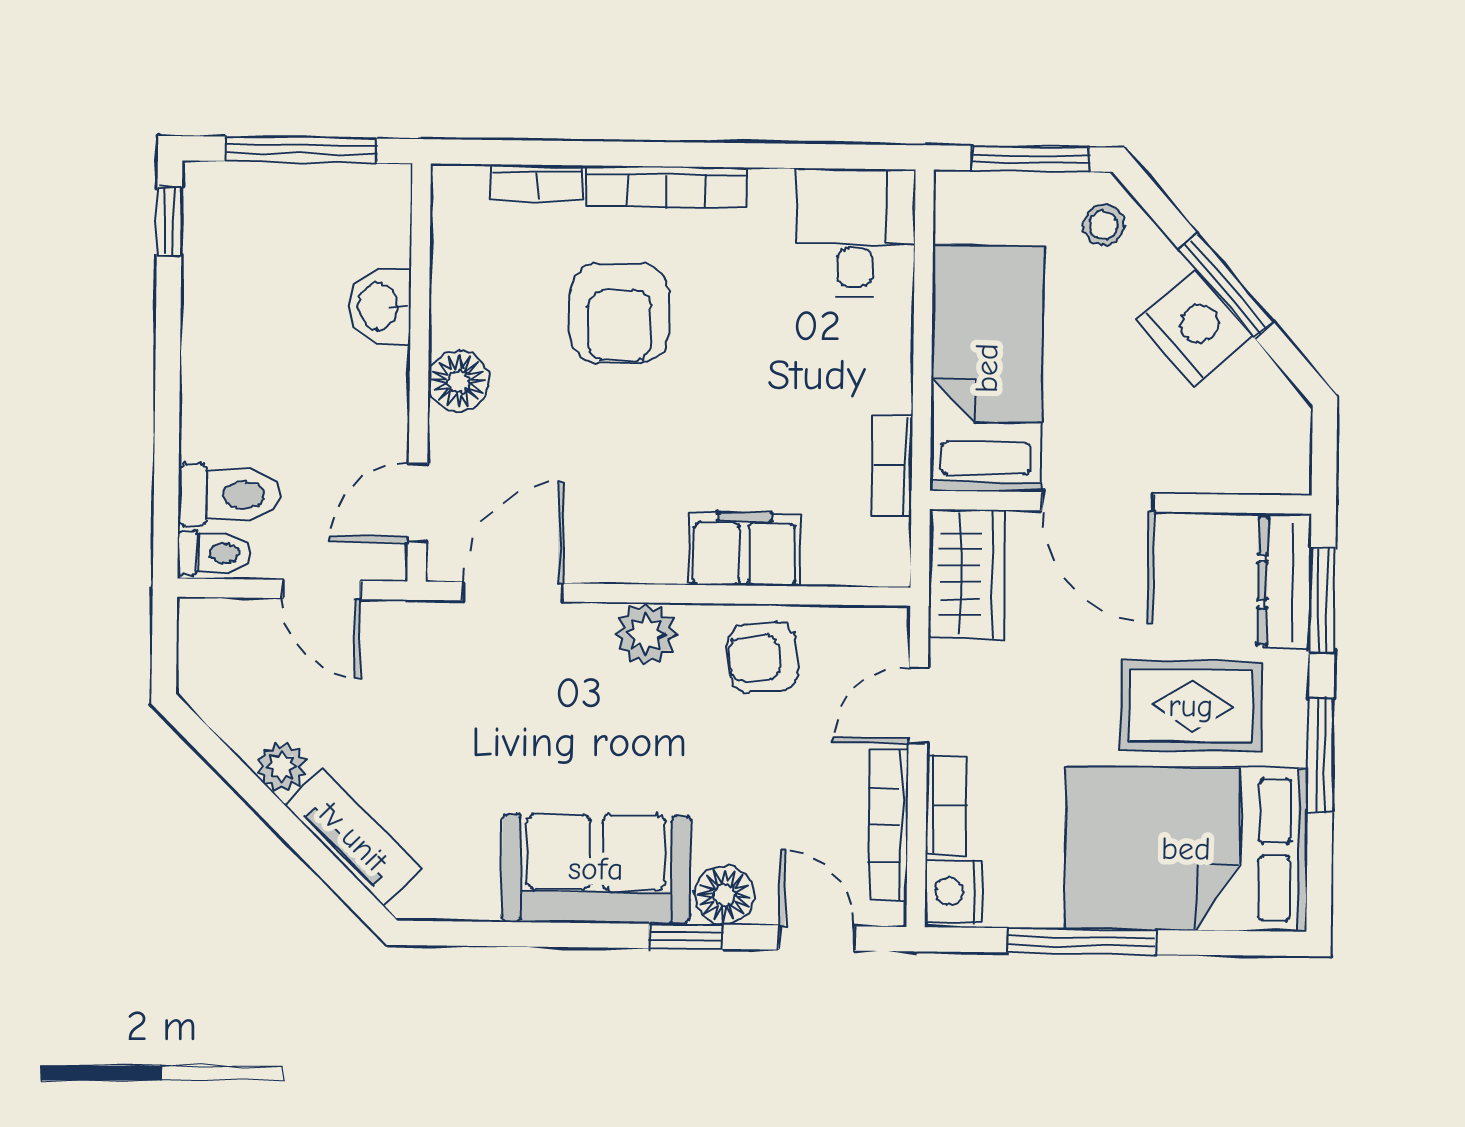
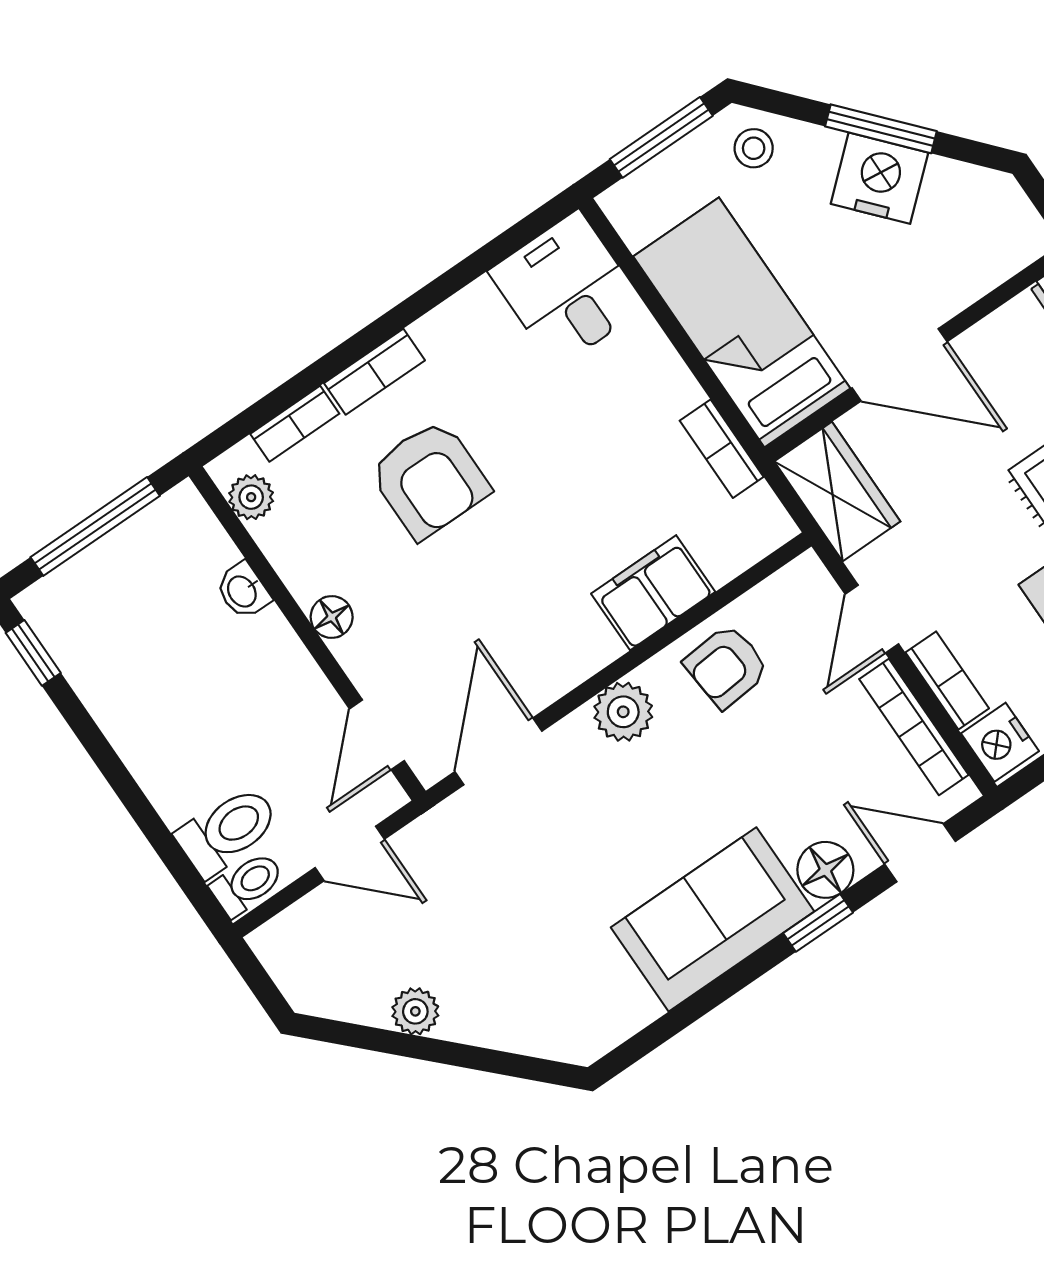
bookcase: (667, 187) -> (375, 372), width x0.64
plant: (454, 220) -> (251, 497), added
washbasin: (380, 306) -> (243, 591), width x0.72, depth x0.69
floor lamp: (459, 381) -> (332, 617), width x0.73, depth x0.73
tv unit: (353, 837) -> (509, 1027), removed

